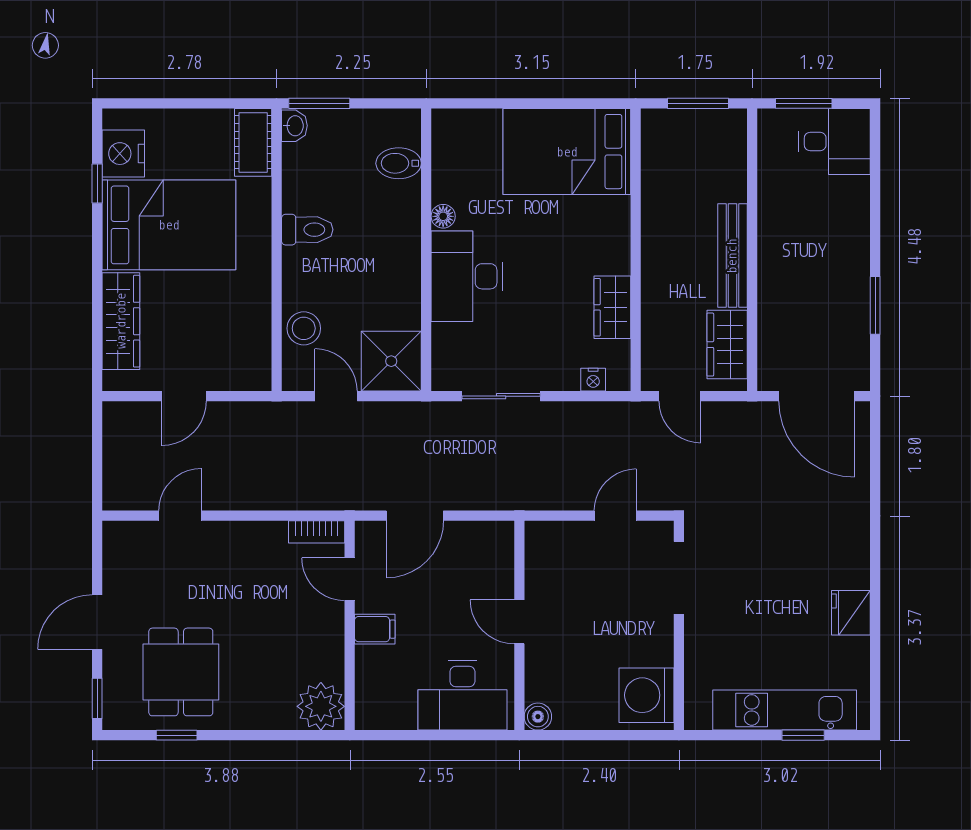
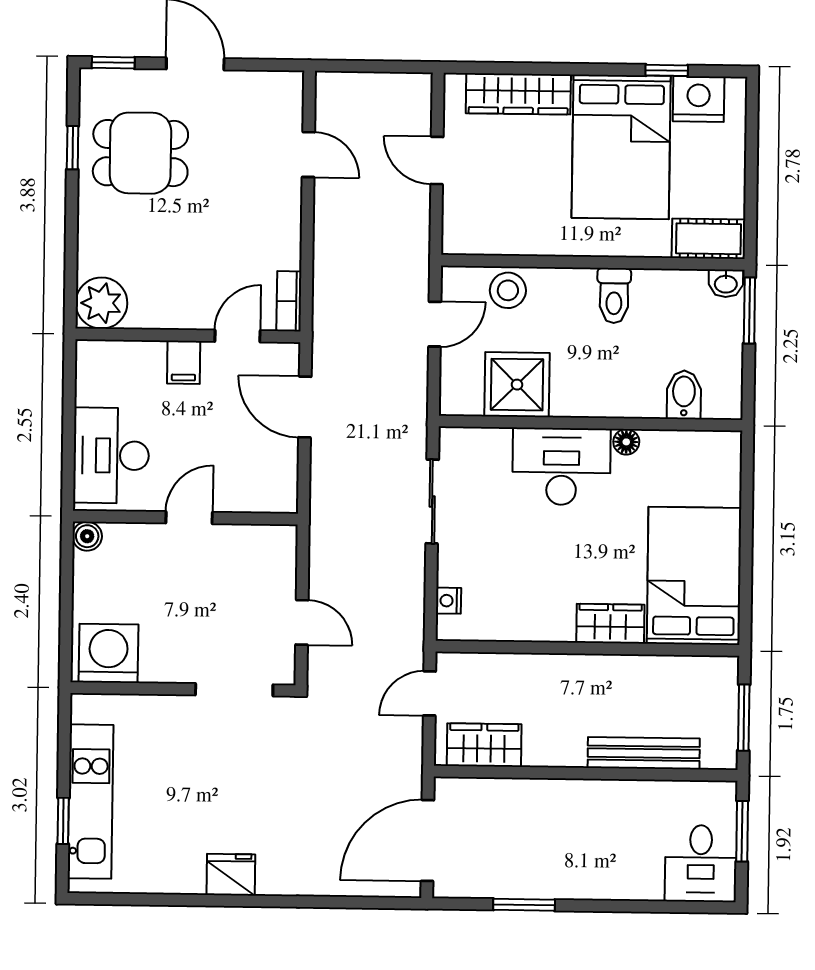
bench: (732, 256) -> (644, 753), moved
wardrobe: (612, 307) -> (610, 624), moved
shower: (391, 361) -> (517, 385), moved
fridge: (851, 613) -> (231, 875), moved

